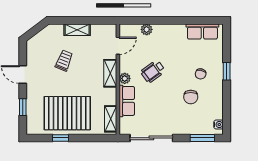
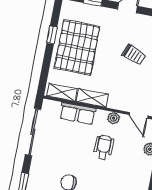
wheelchair: (153, 71) -> (104, 147), turned 36
shelving: (110, 73) -> (92, 98), moved
plant: (125, 78) -> (114, 118), moved

